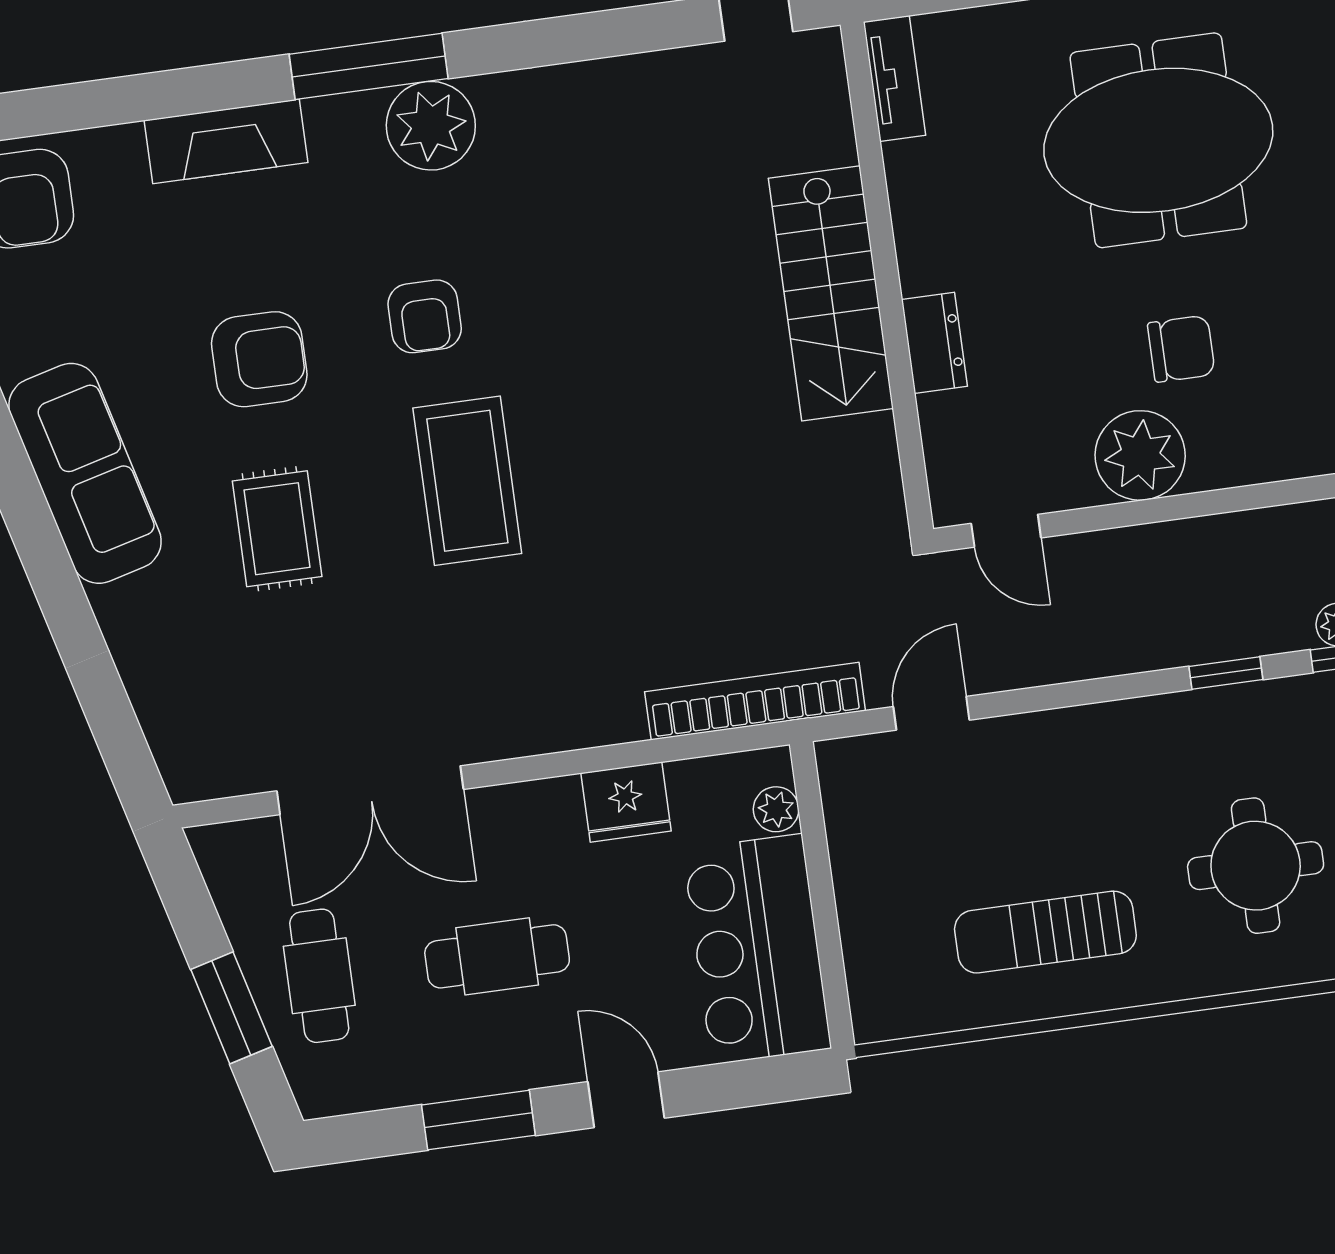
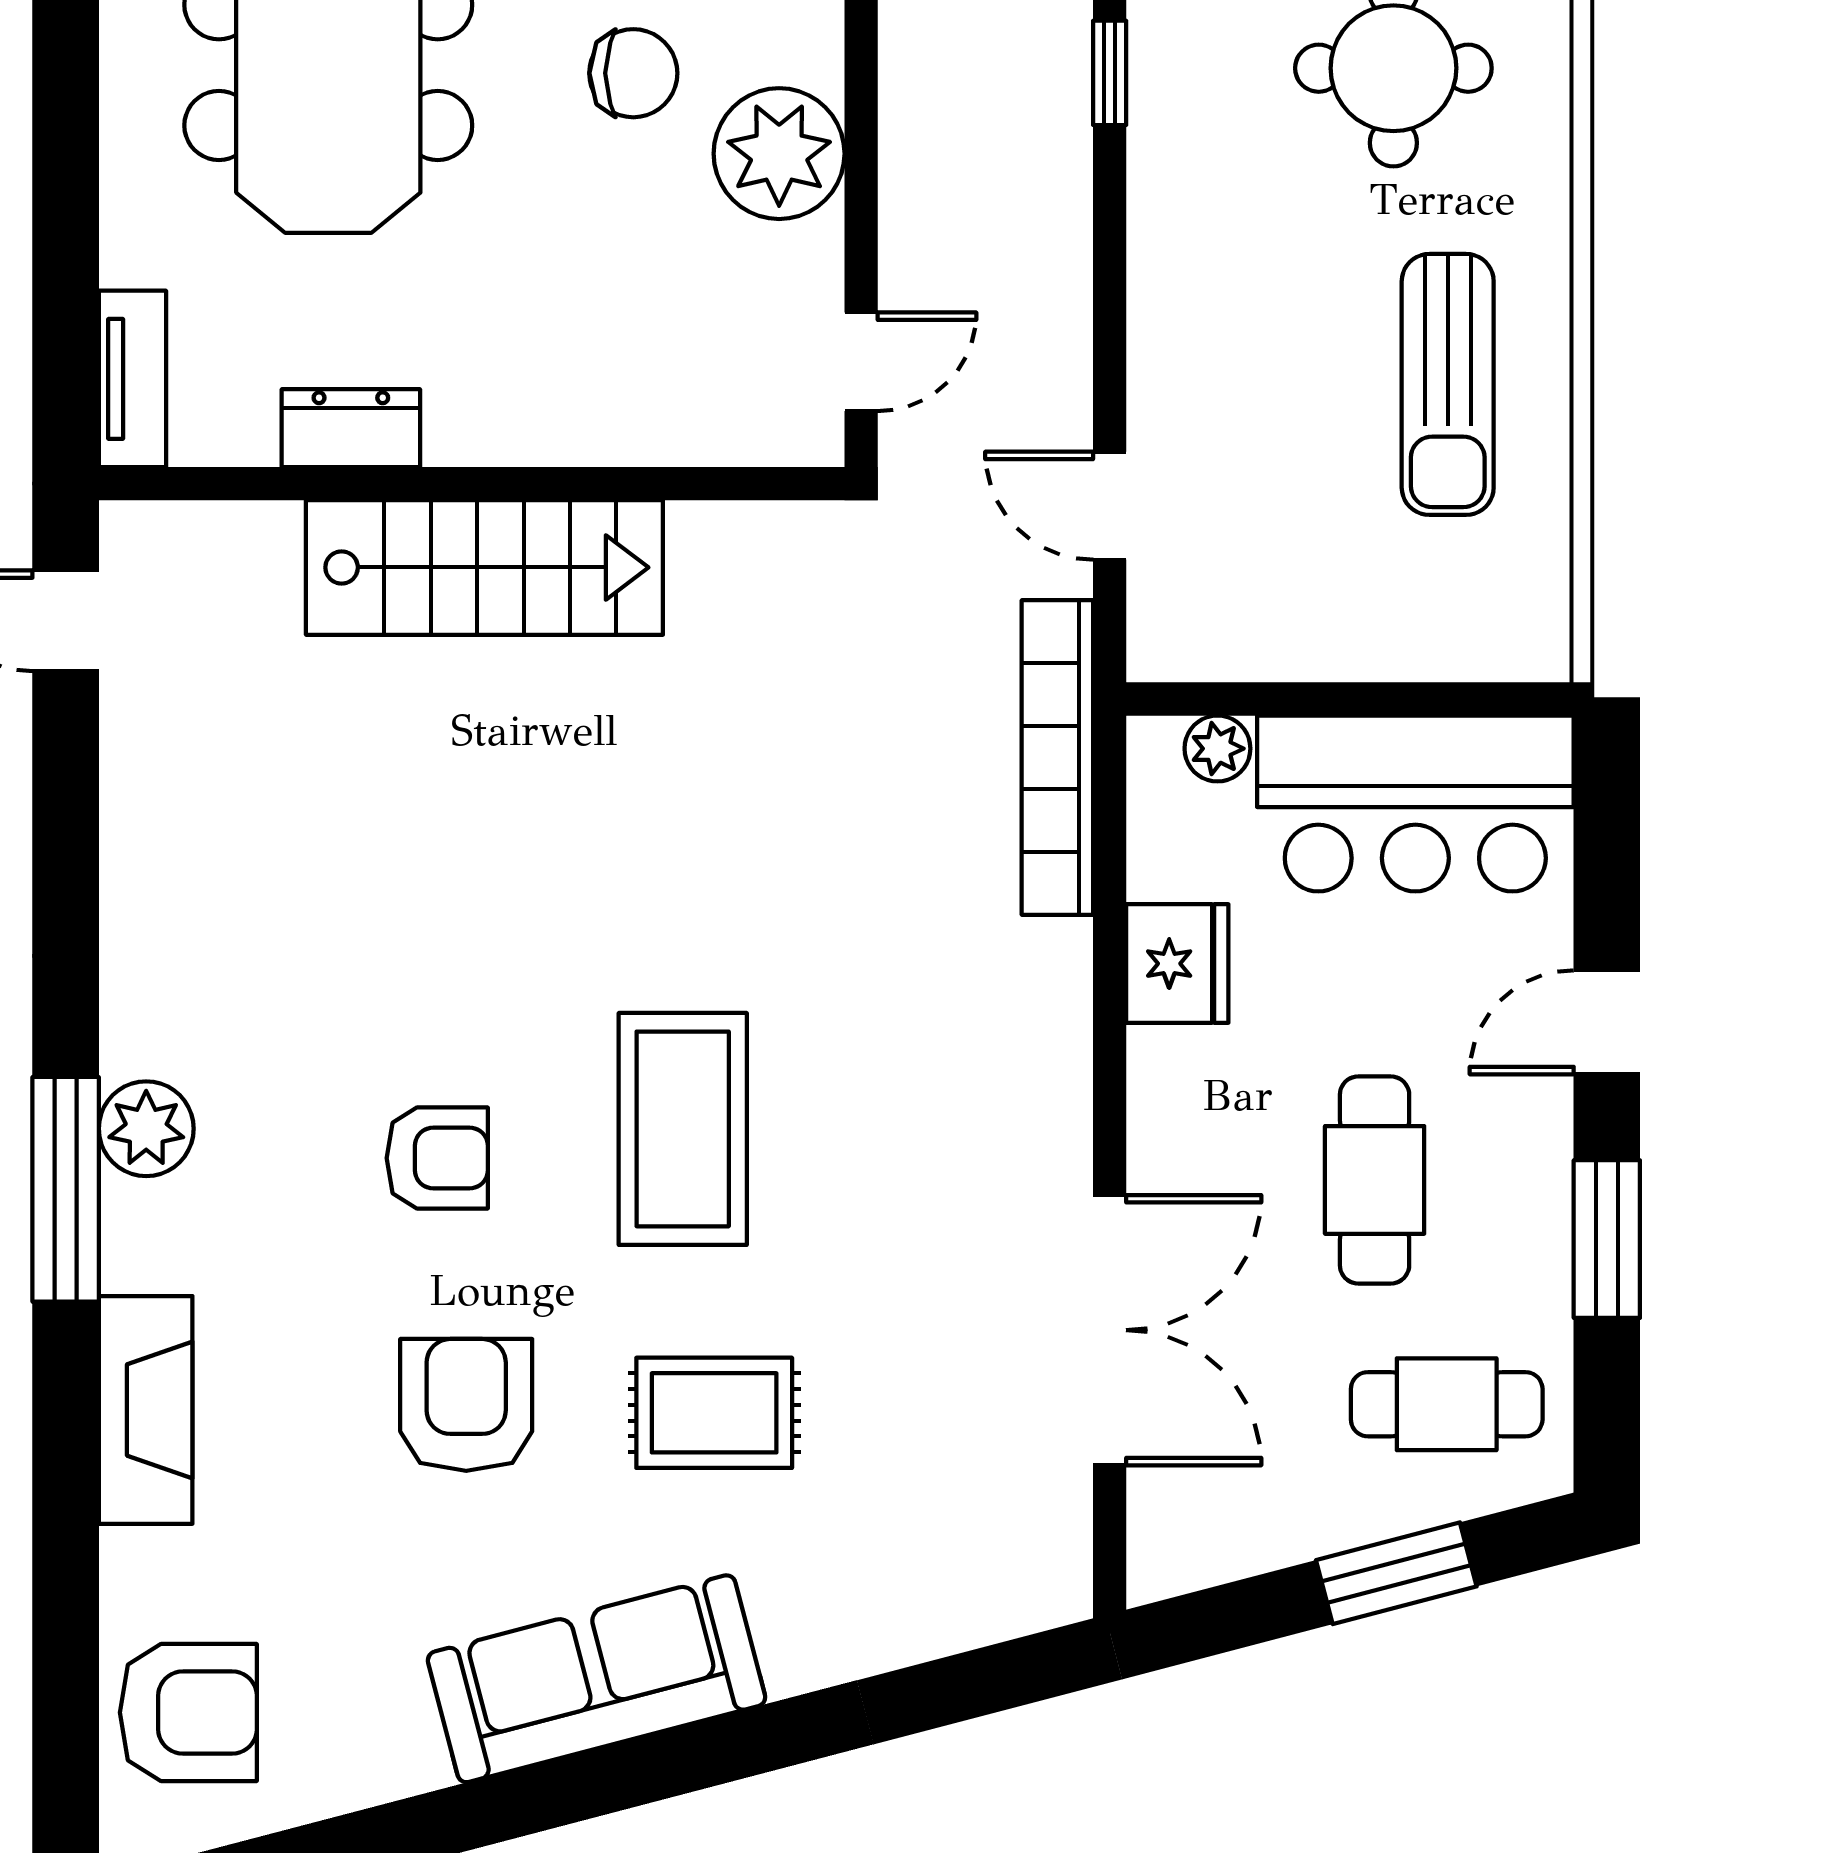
tv unit: (895, 78) -> (132, 379), moved, turned 90
plant: (431, 126) -> (146, 1129), width x0.73, depth x0.73
dresser: (934, 343) -> (351, 428), moved
chair: (1181, 349) -> (633, 73), turned 90
coffee table: (467, 481) -> (683, 1129), turned 90
cafe table: (319, 976) -> (1447, 1404), moved

